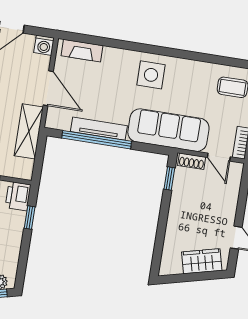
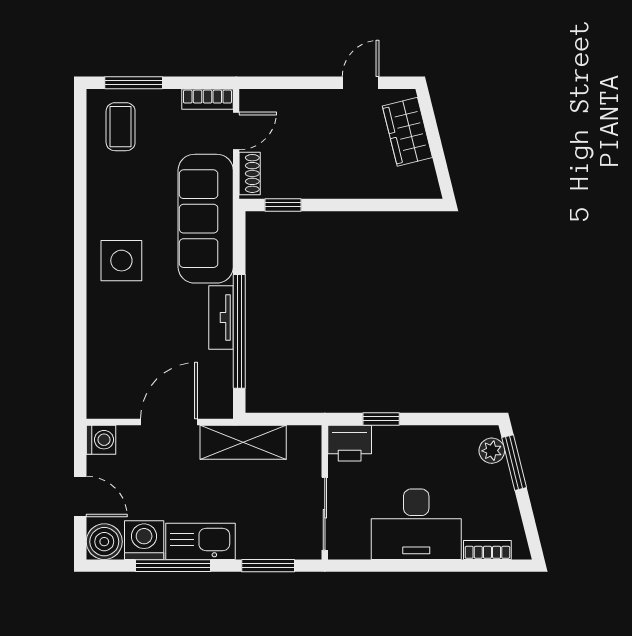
fireplace: (82, 51) -> (100, 377), removed
tv unit: (99, 129) -> (221, 317), width x0.71

